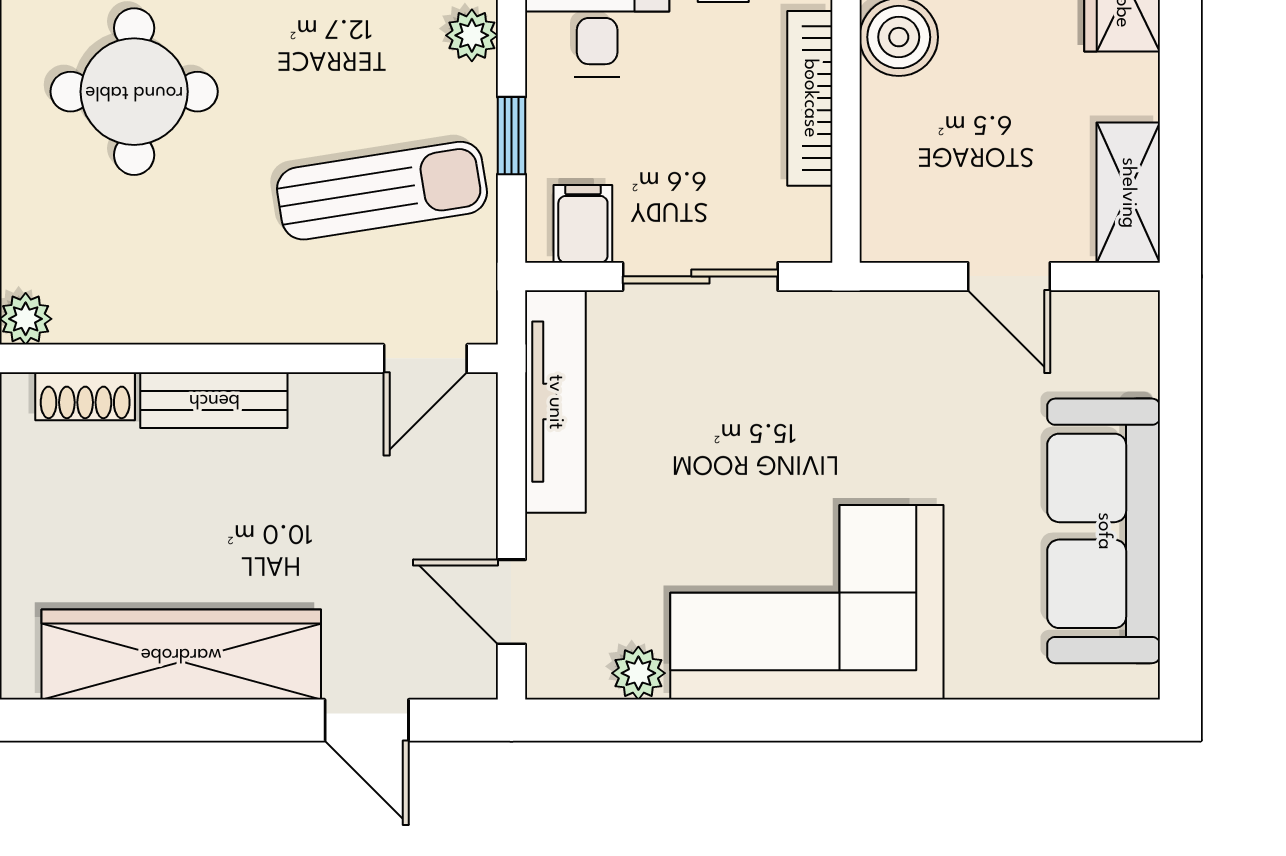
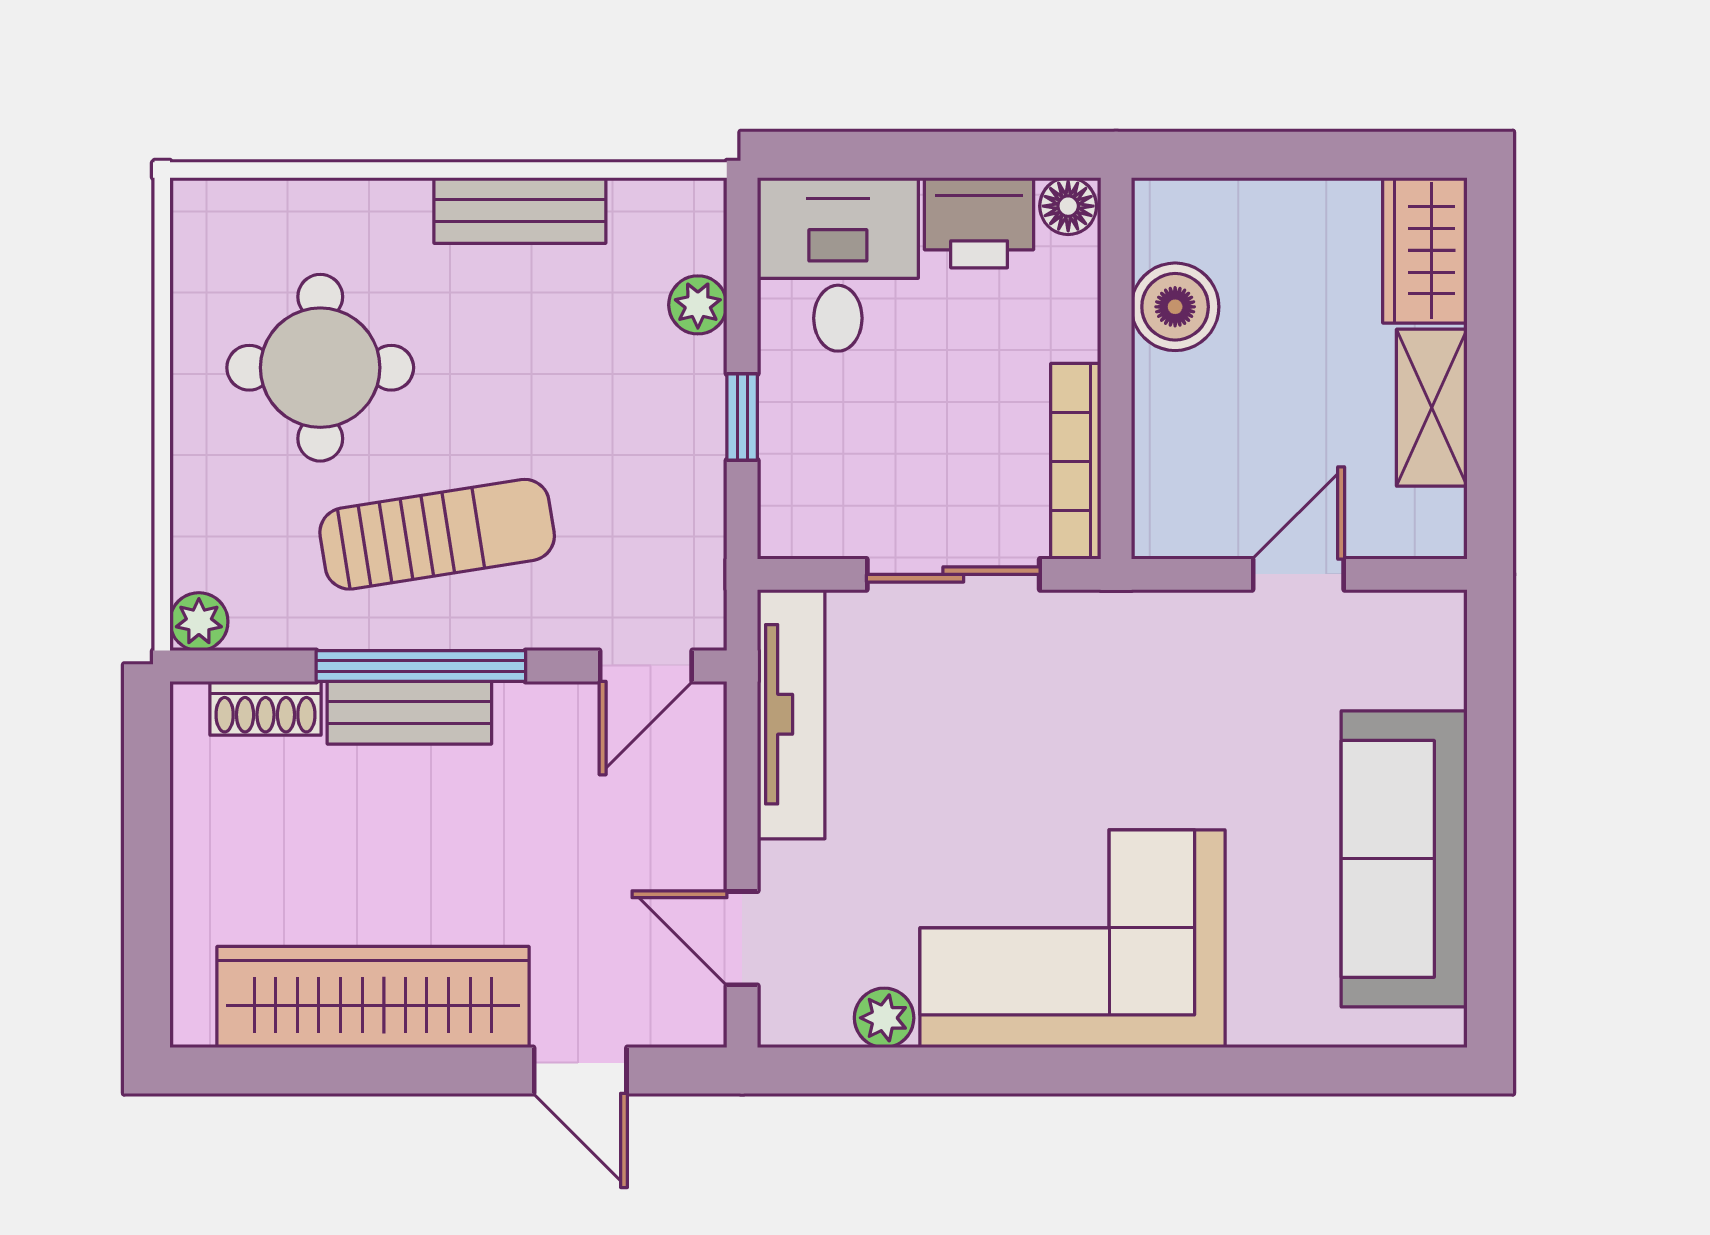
bookcase: (810, 98) -> (1076, 461), moved
sun lounger: (382, 191) -> (437, 534), moved
shelving: (1128, 193) -> (1432, 408), moved
filing cabinet: (583, 224) -> (822, 516), removed
door: (1009, 276) -> (1298, 574), swing flipped
window: (224, 358) -> (421, 666), added

